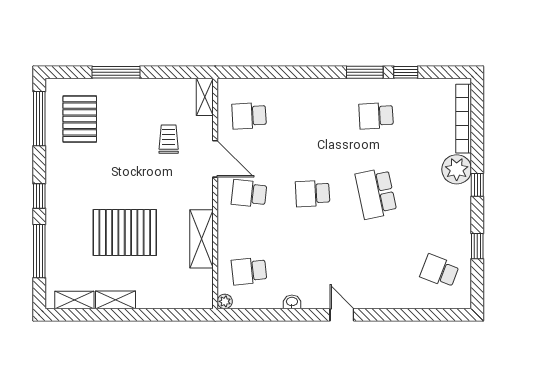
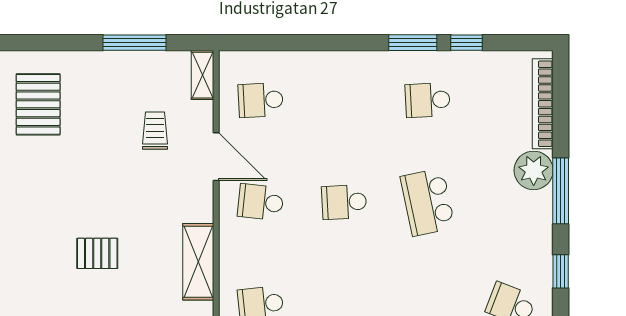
window: (116, 72) -> (134, 43), moved
window: (477, 185) -> (561, 191), width x2.17
pallet: (125, 232) -> (97, 253), width x0.49, depth x0.50

